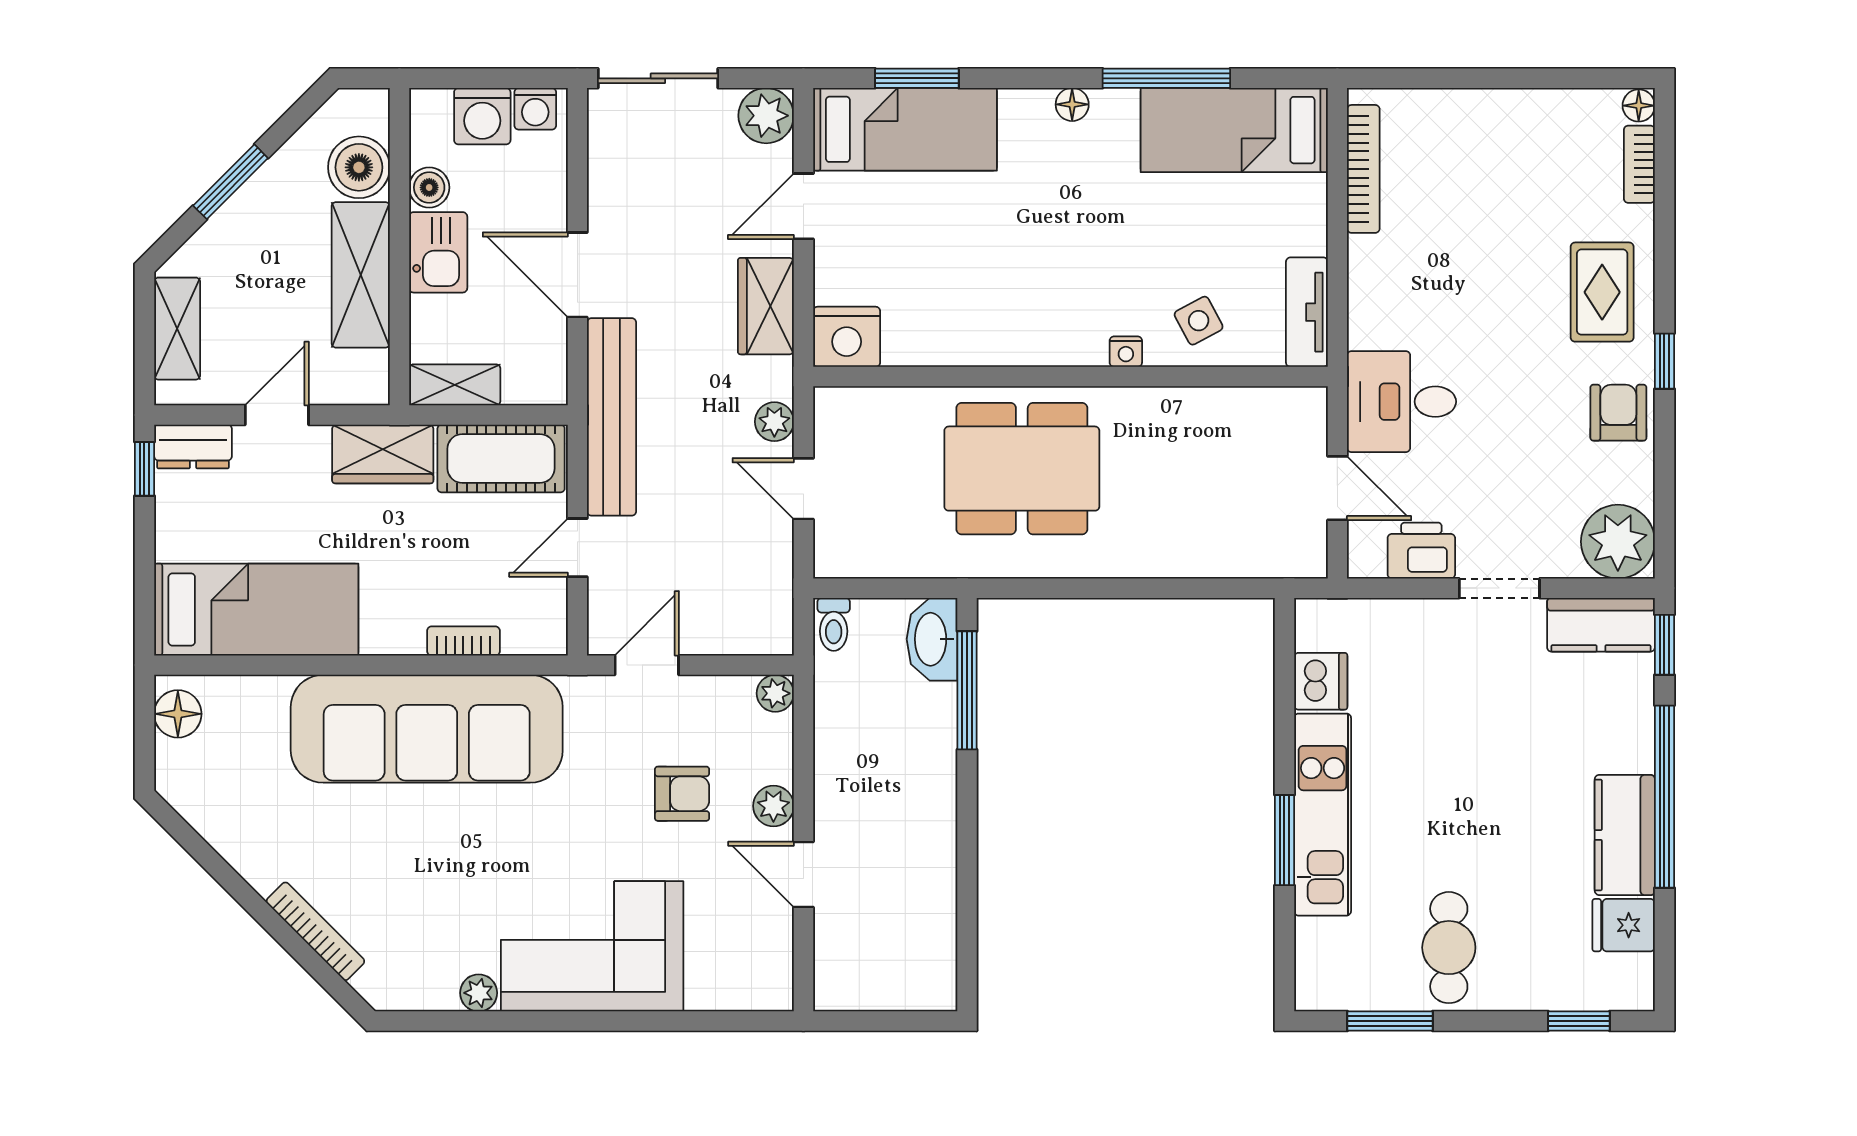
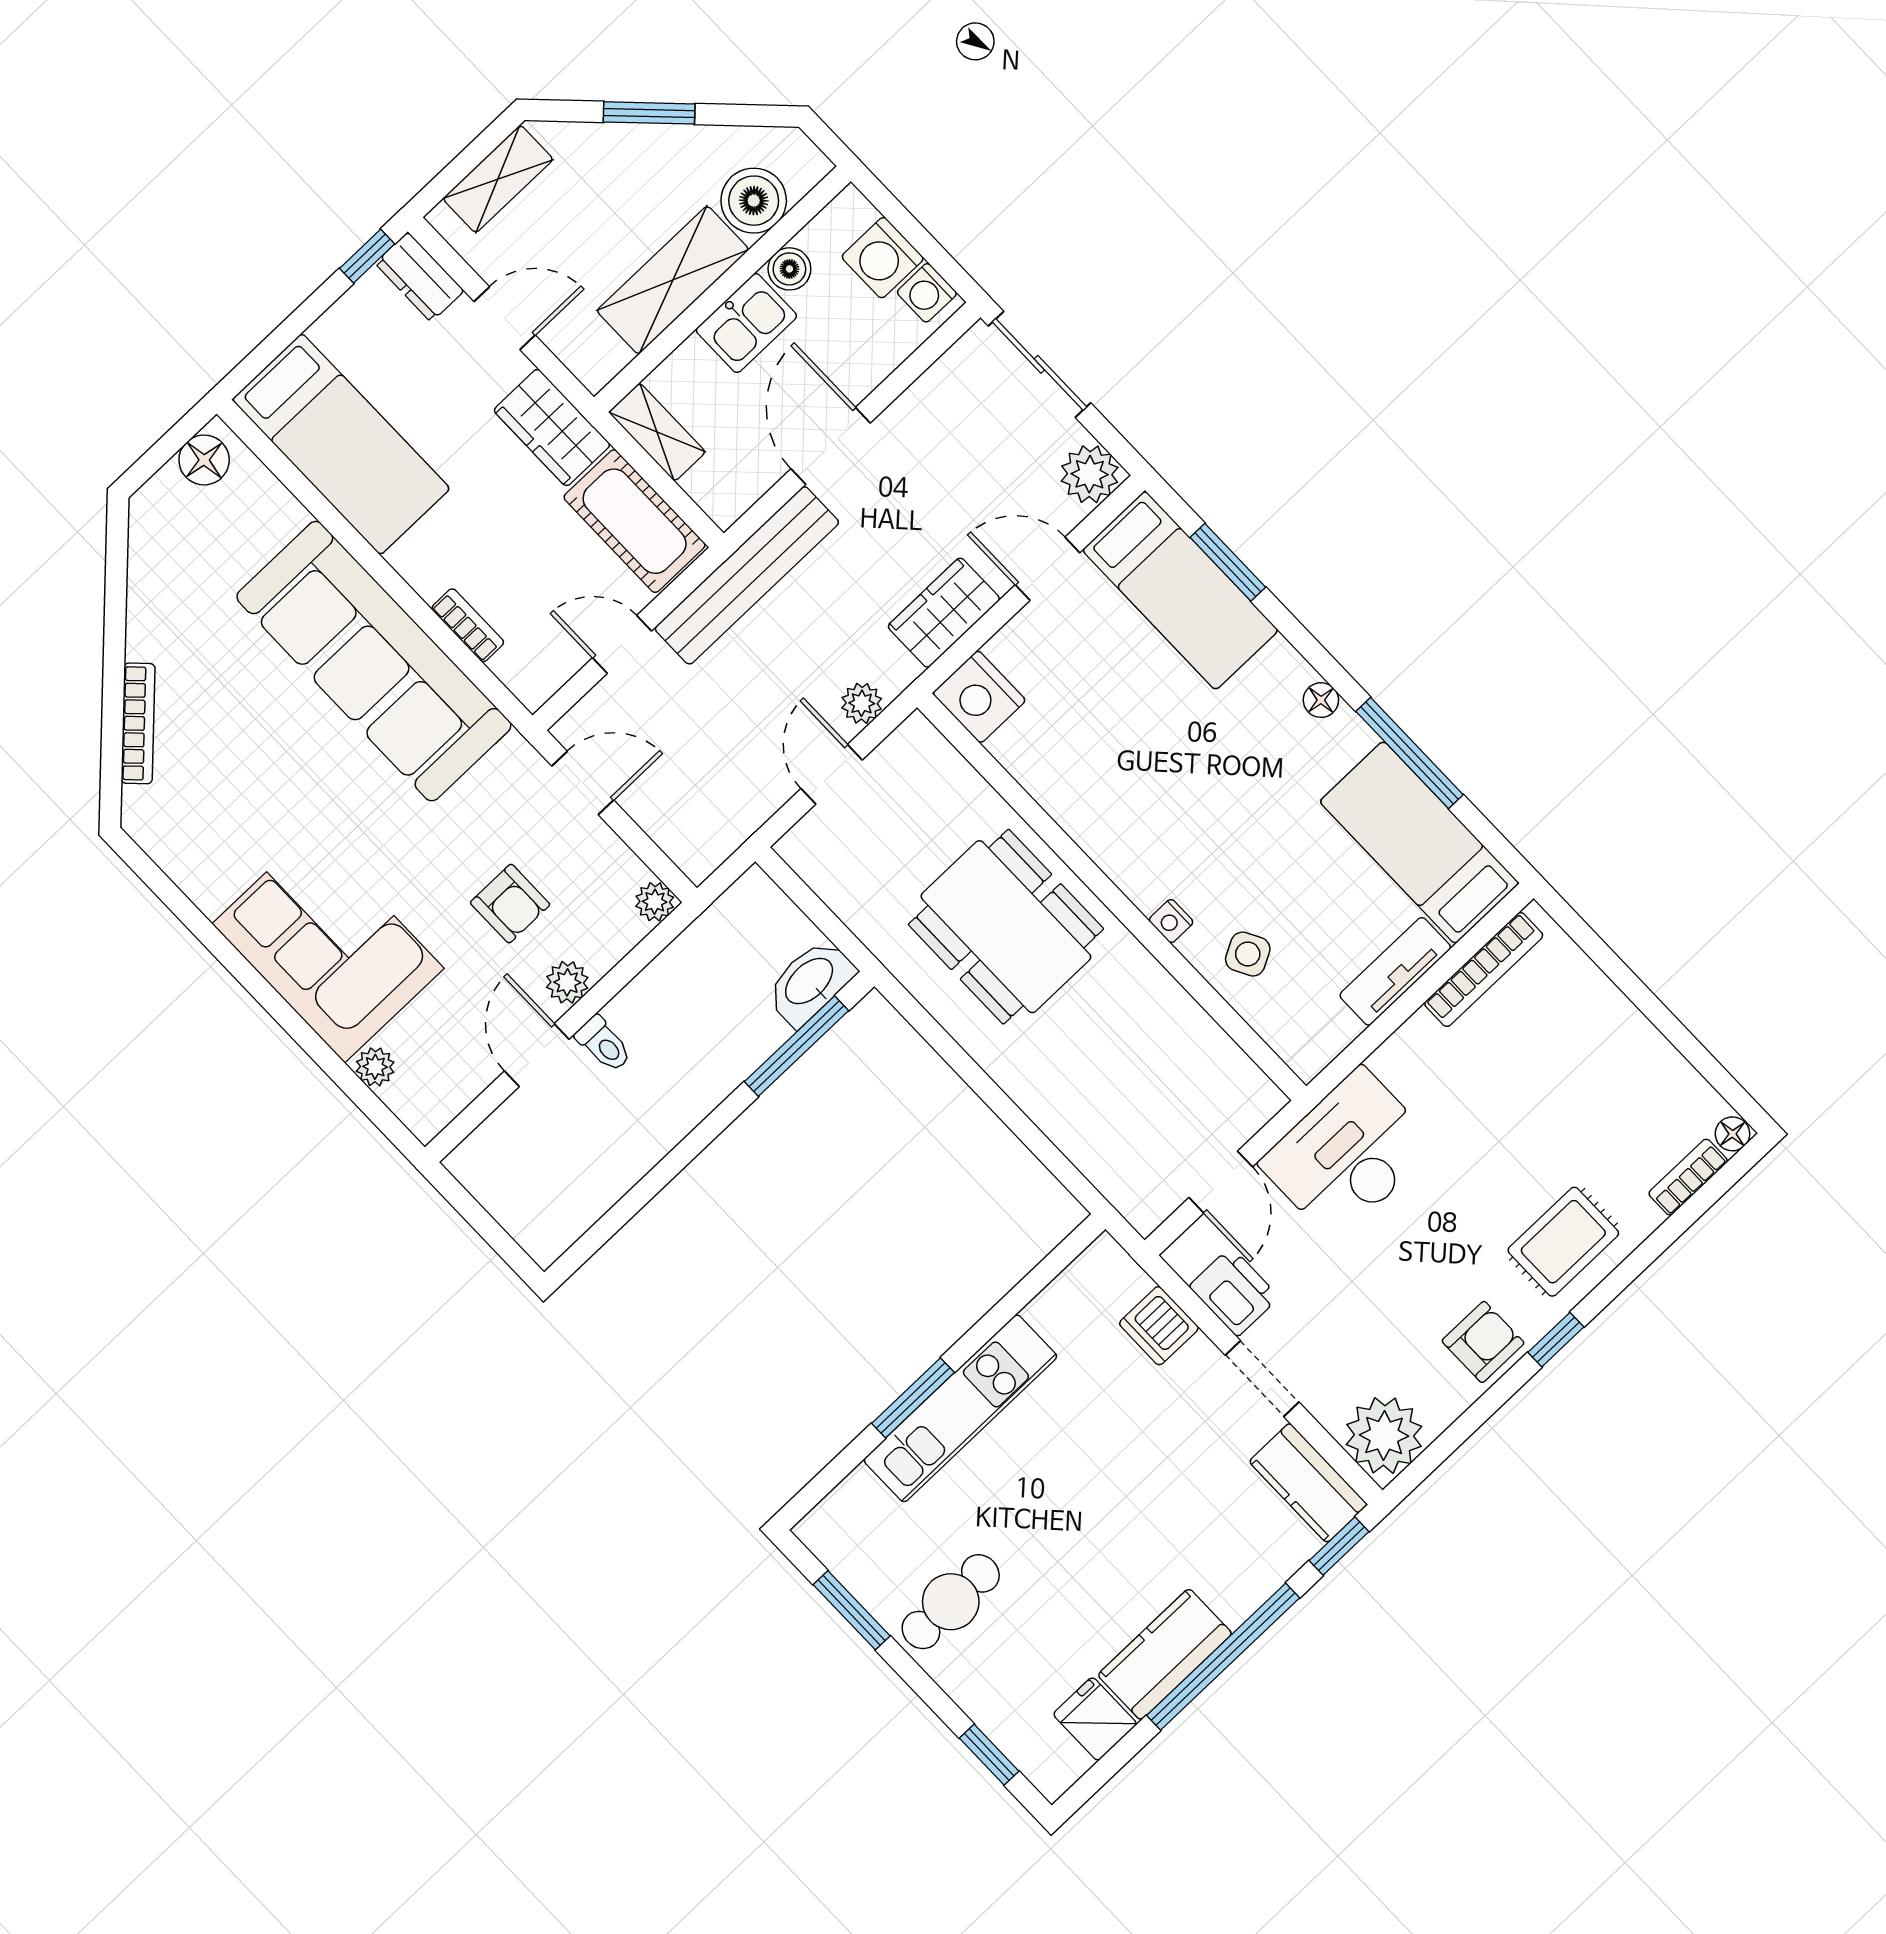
tv unit: (1307, 312) -> (1395, 971), moved
desk: (1402, 402) -> (1348, 1154), width x1.37
toilet: (834, 624) -> (604, 1044), moved, turned -90
dishwasher: (1321, 681) -> (1159, 1326), moved, turned 90
plant: (479, 993) -> (375, 1067), moved

